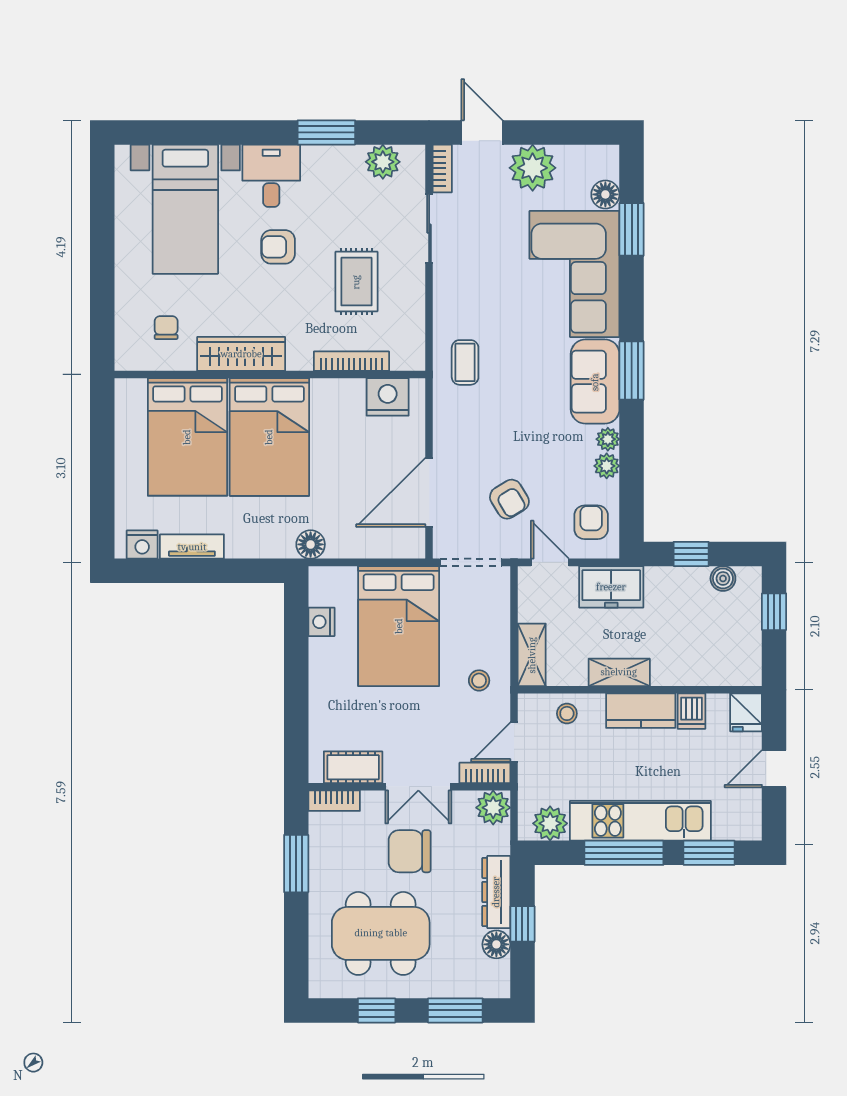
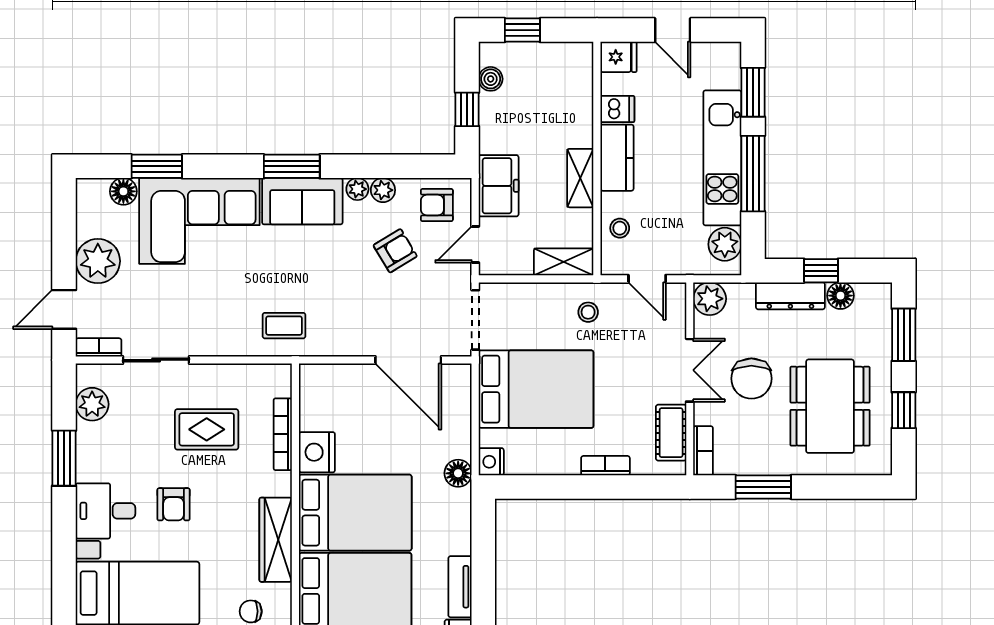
nightstand: (388, 397) -> (317, 452), moved
armchair: (509, 499) -> (395, 251), moved
nightstand: (321, 622) -> (491, 462), moved, turned 90
bookcase: (485, 773) -> (605, 466), moved, turned 90

